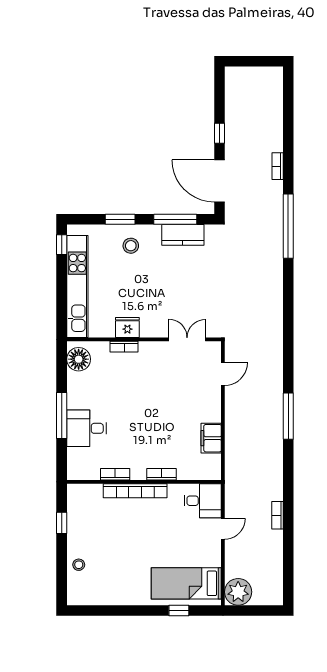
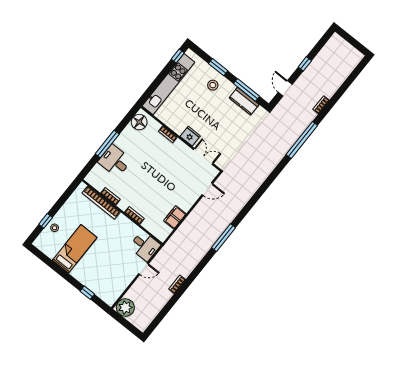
door: (220, 181) -> (285, 88), width x0.53
fridge: (127, 327) -> (190, 136), moved
bookcase: (135, 491) -> (101, 203), moved
window: (62, 523) -> (46, 221), moved
bed: (186, 583) -> (75, 249), moved, turned 90

